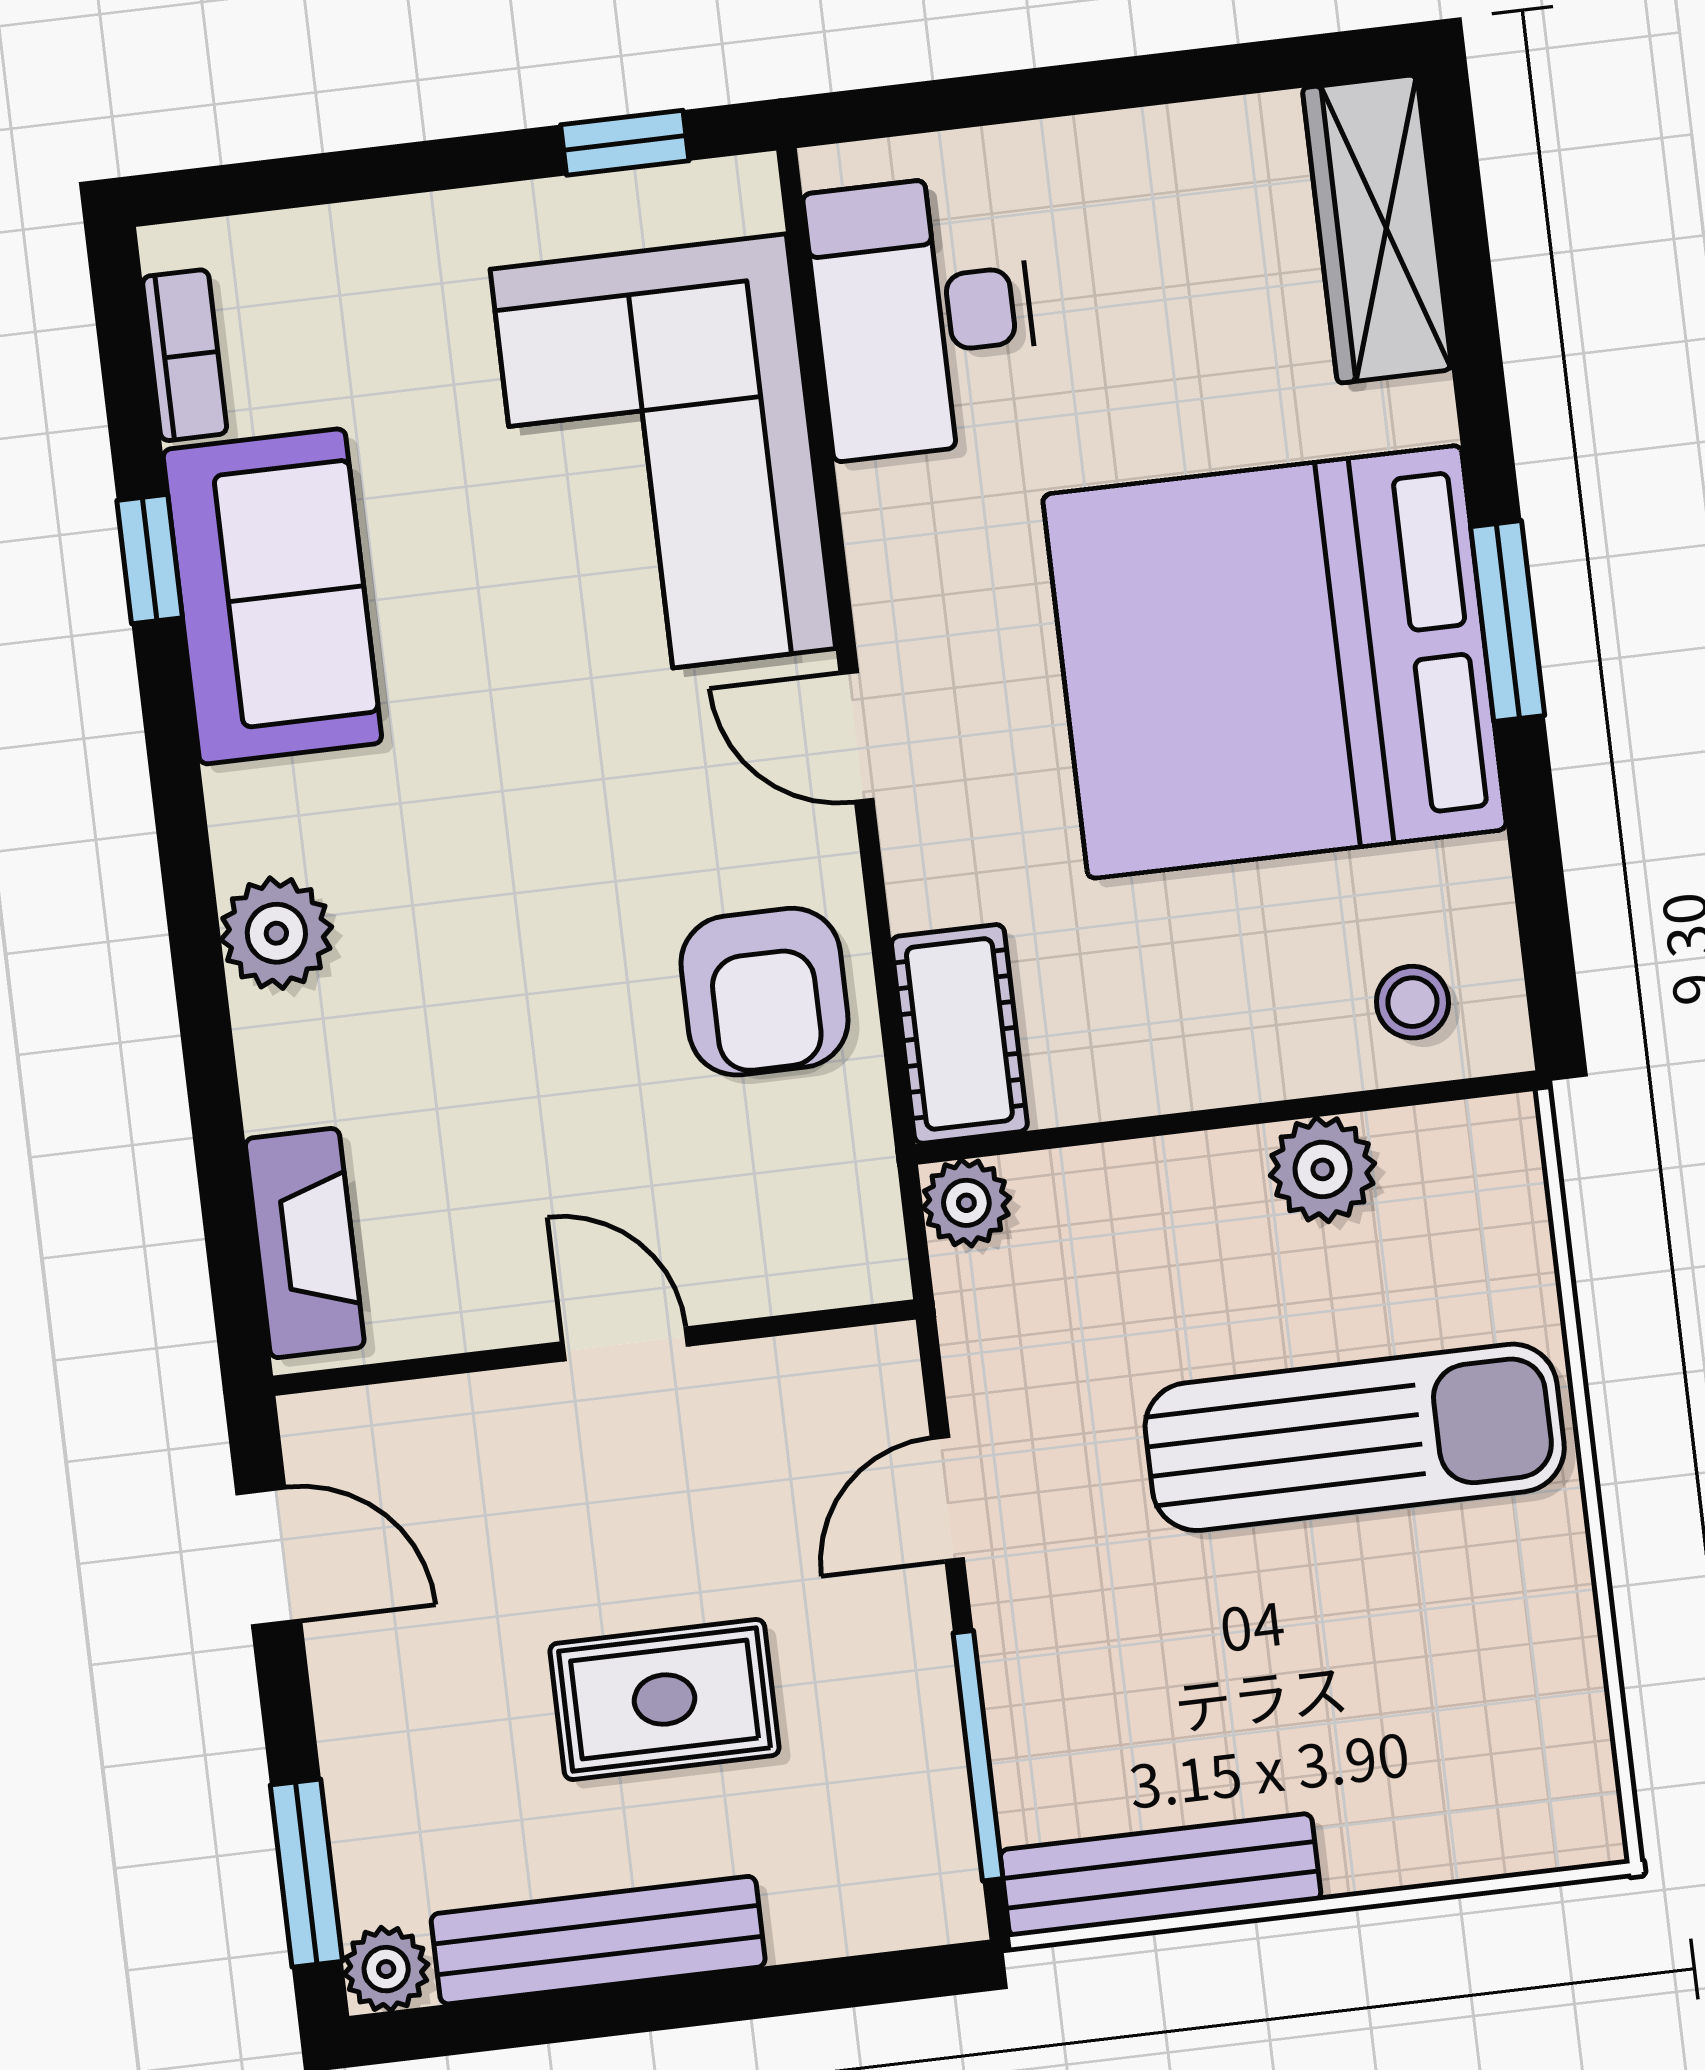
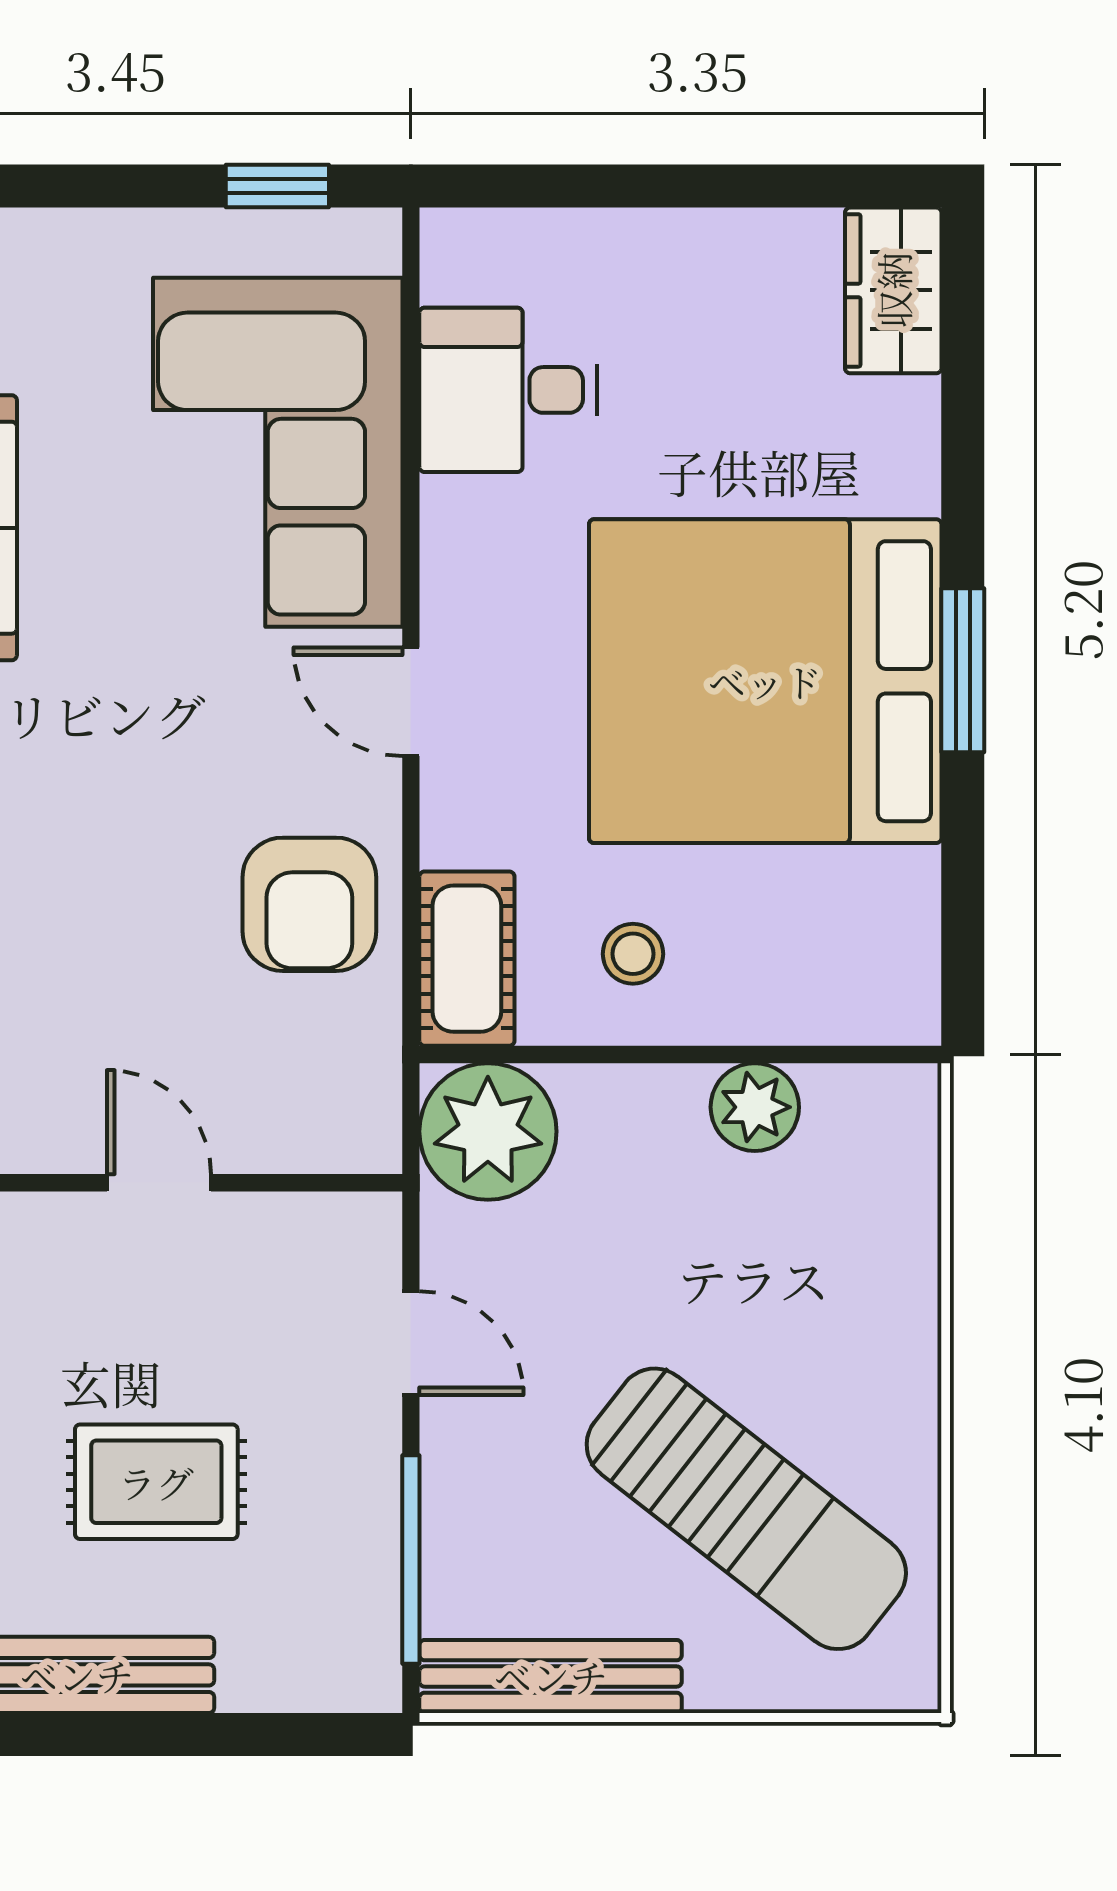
wardrobe: (1377, 229) -> (893, 290), width x0.67
desk: (924, 316) -> (508, 390), width x0.73
stool: (1412, 1002) -> (633, 954), moved
plant: (966, 1203) -> (488, 1131), width x1.88, depth x1.88
sun lounger: (1355, 1437) -> (746, 1509), moved, turned 38
door: (947, 1499) -> (411, 1343), swing flipped

